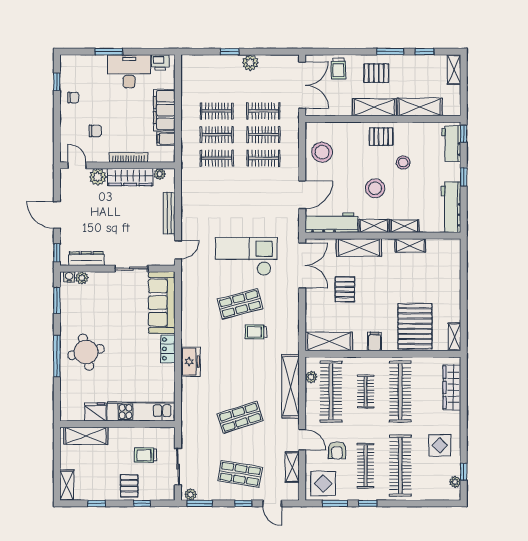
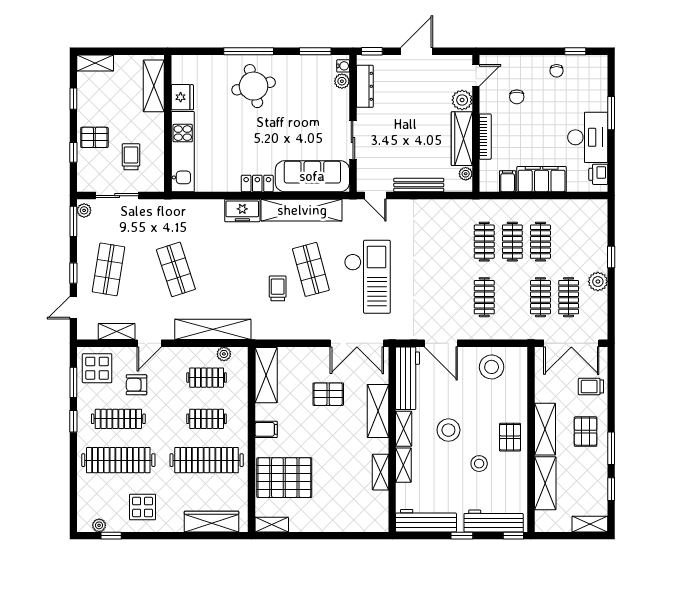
clothes rail: (263, 135) -> (569, 297), moved
workbench: (451, 144) -> (494, 521), width x1.38
shelving: (190, 312) -> (302, 210), added
clothes rail: (331, 392) -> (207, 378), width x0.54, depth x0.76

